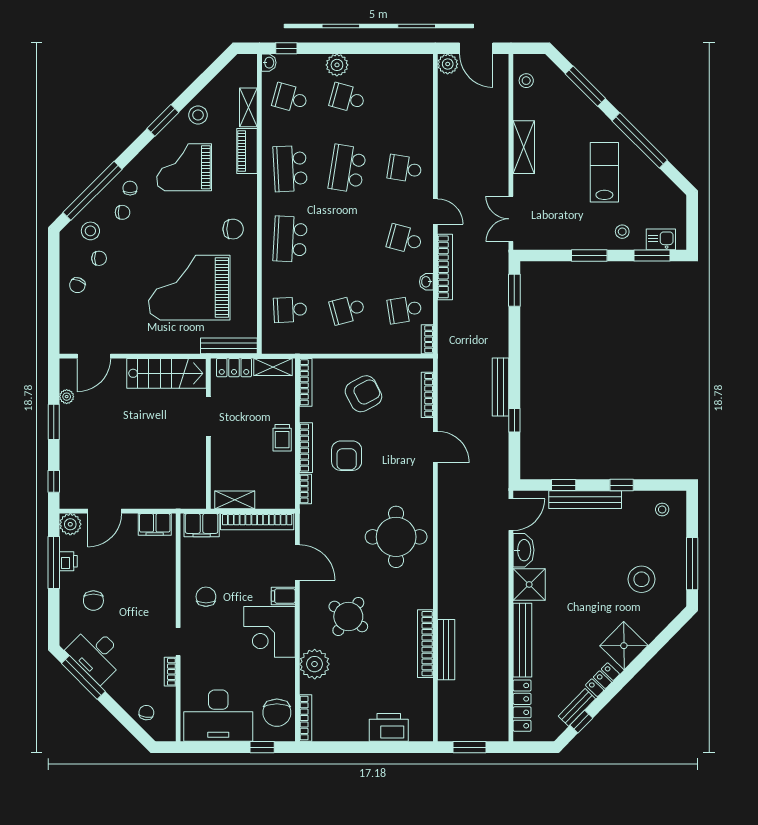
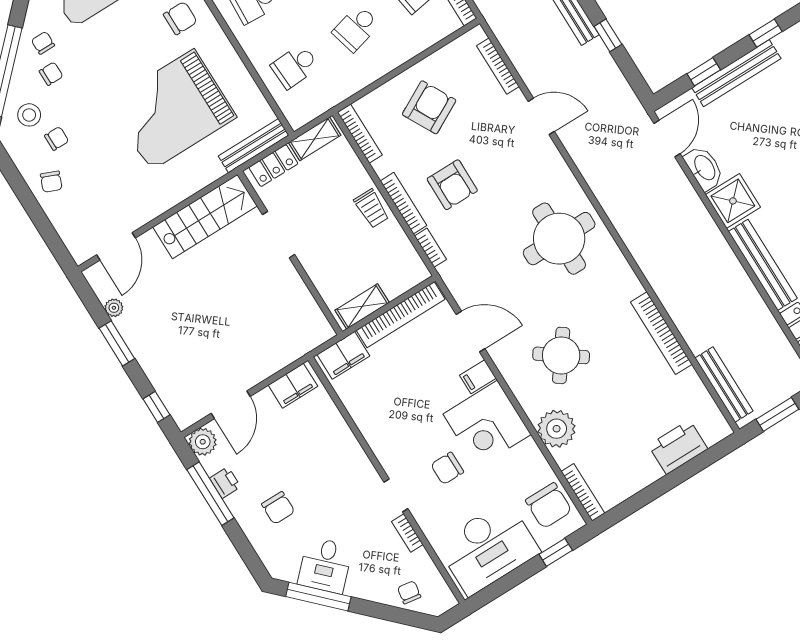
chair: (206, 597) -> (447, 468), moved, turned -90
bench: (446, 650) -> (724, 384), moved
desk: (96, 654) -> (325, 565), width x0.73

